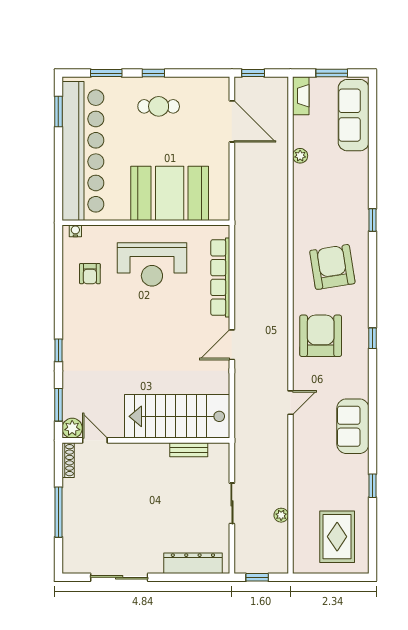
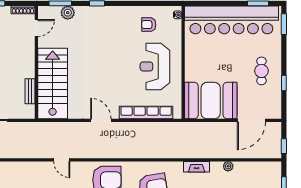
window: (106, 73) -> (284, 24), moved
window: (153, 73) -> (284, 83), moved
window: (253, 73) -> (284, 146), moved
fireplace: (301, 96) -> (197, 167), moved
booth: (170, 193) -> (211, 101), moved, turned 90
plant: (72, 428) -> (68, 13), moved

